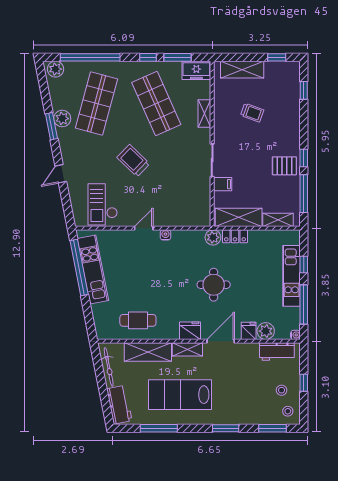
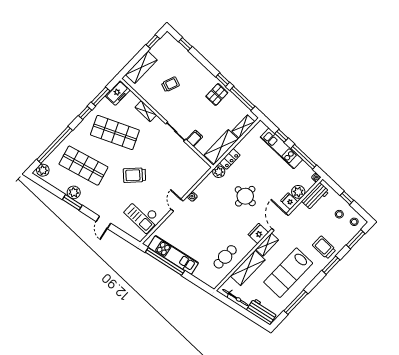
shop shelf: (96, 103) -> (83, 166), turned -30
trolley: (236, 406) -> (324, 247), added

